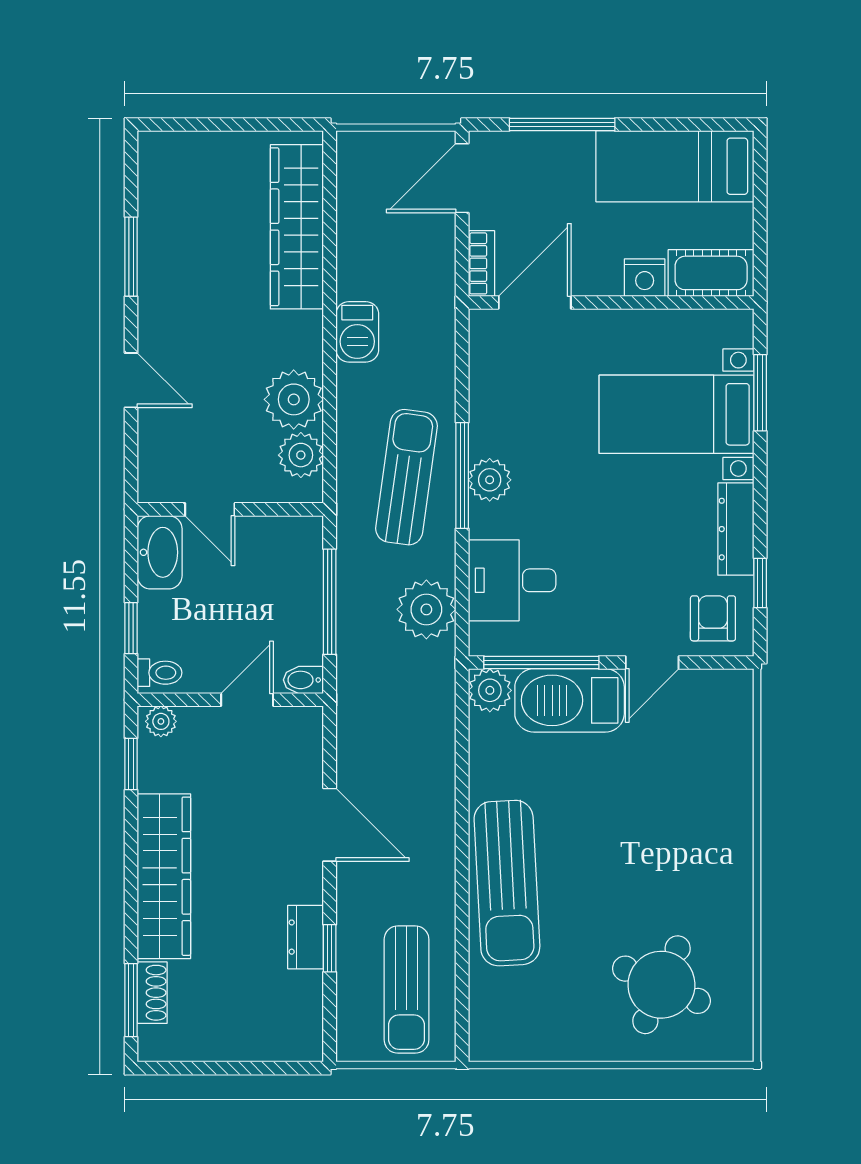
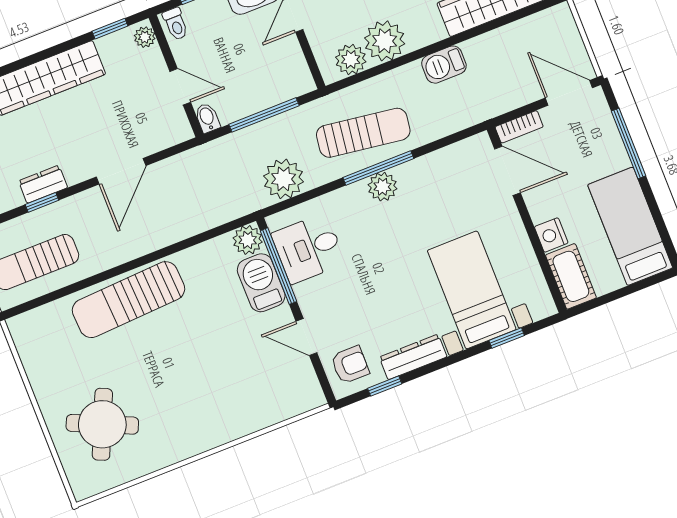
window: (760, 393) -> (507, 338), width x0.67
desk: (512, 580) -> (309, 248), moved, turned -90
barbecue: (570, 700) -> (261, 283), width x0.73, depth x0.83

